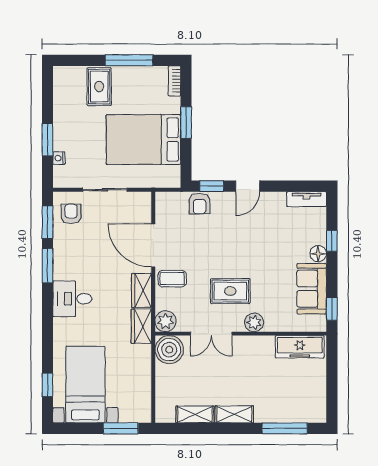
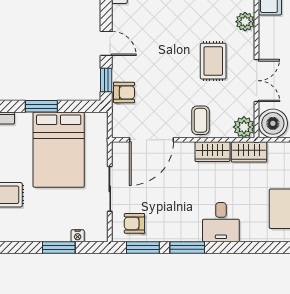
door: (153, 246) -> (152, 140), moved
plant: (254, 322) -> (245, 22), moved

